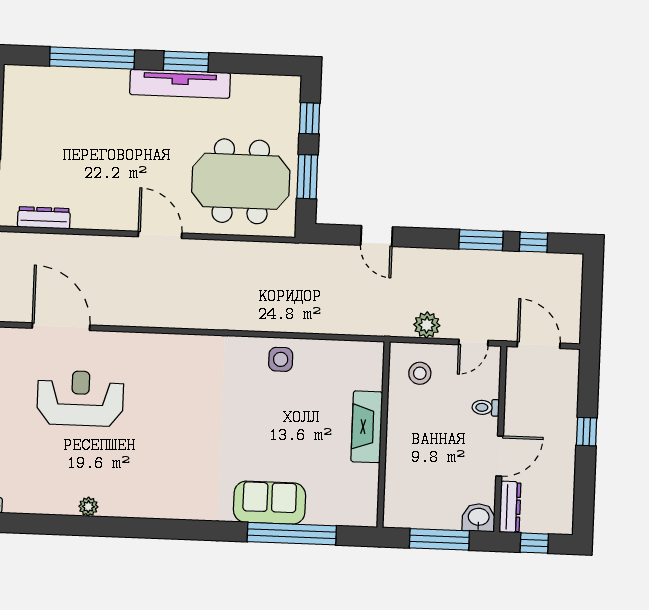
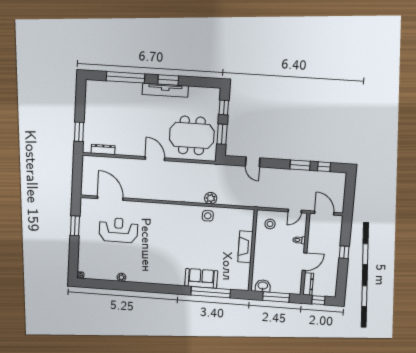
plant: (427, 325) -> (211, 198), moved
washbasin: (479, 518) -> (263, 286), moved

